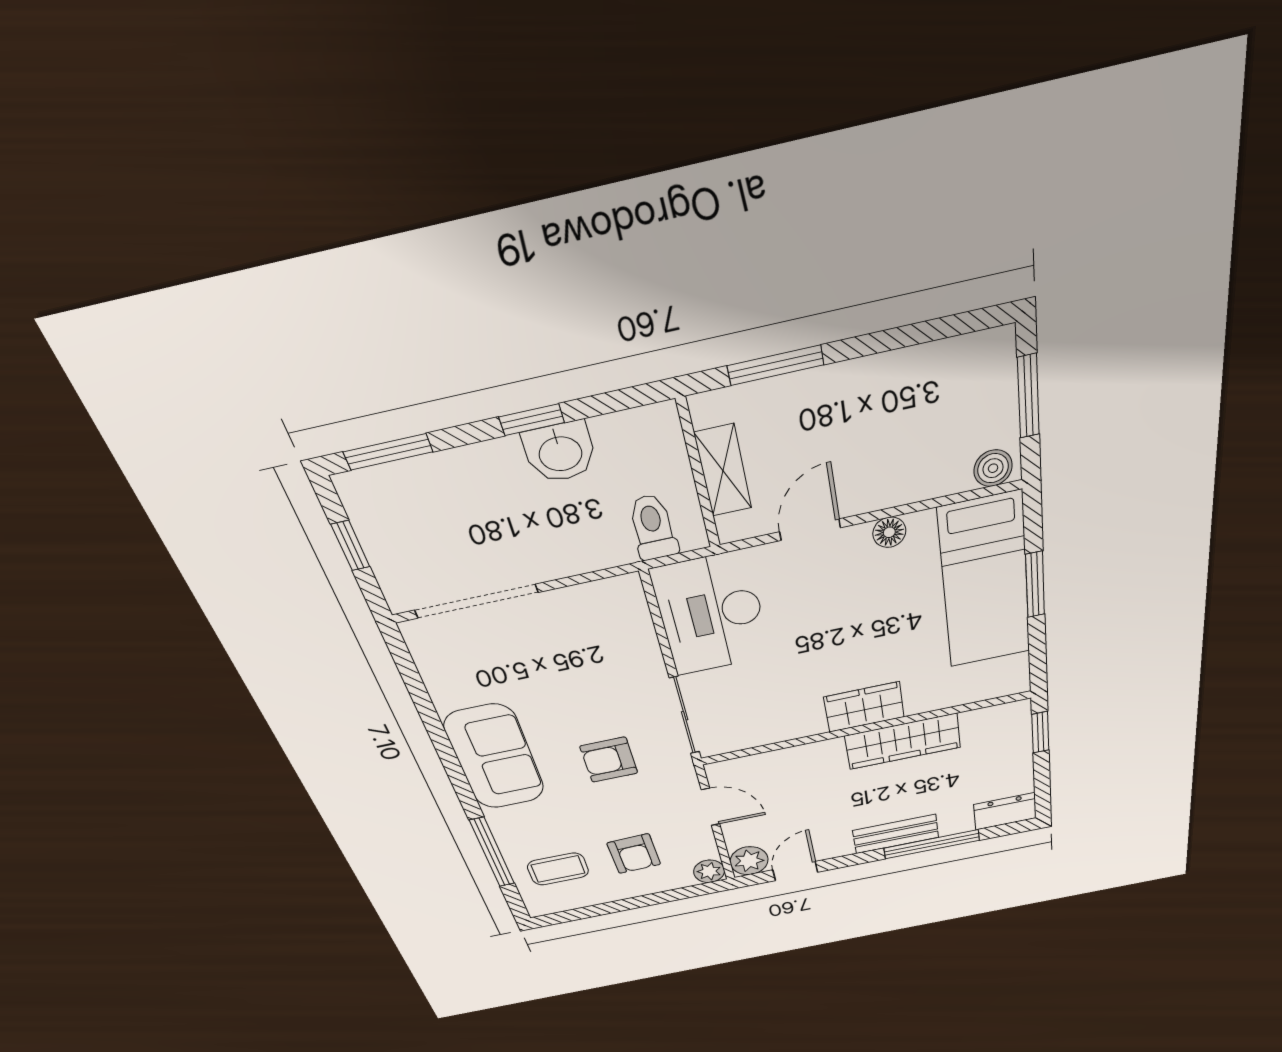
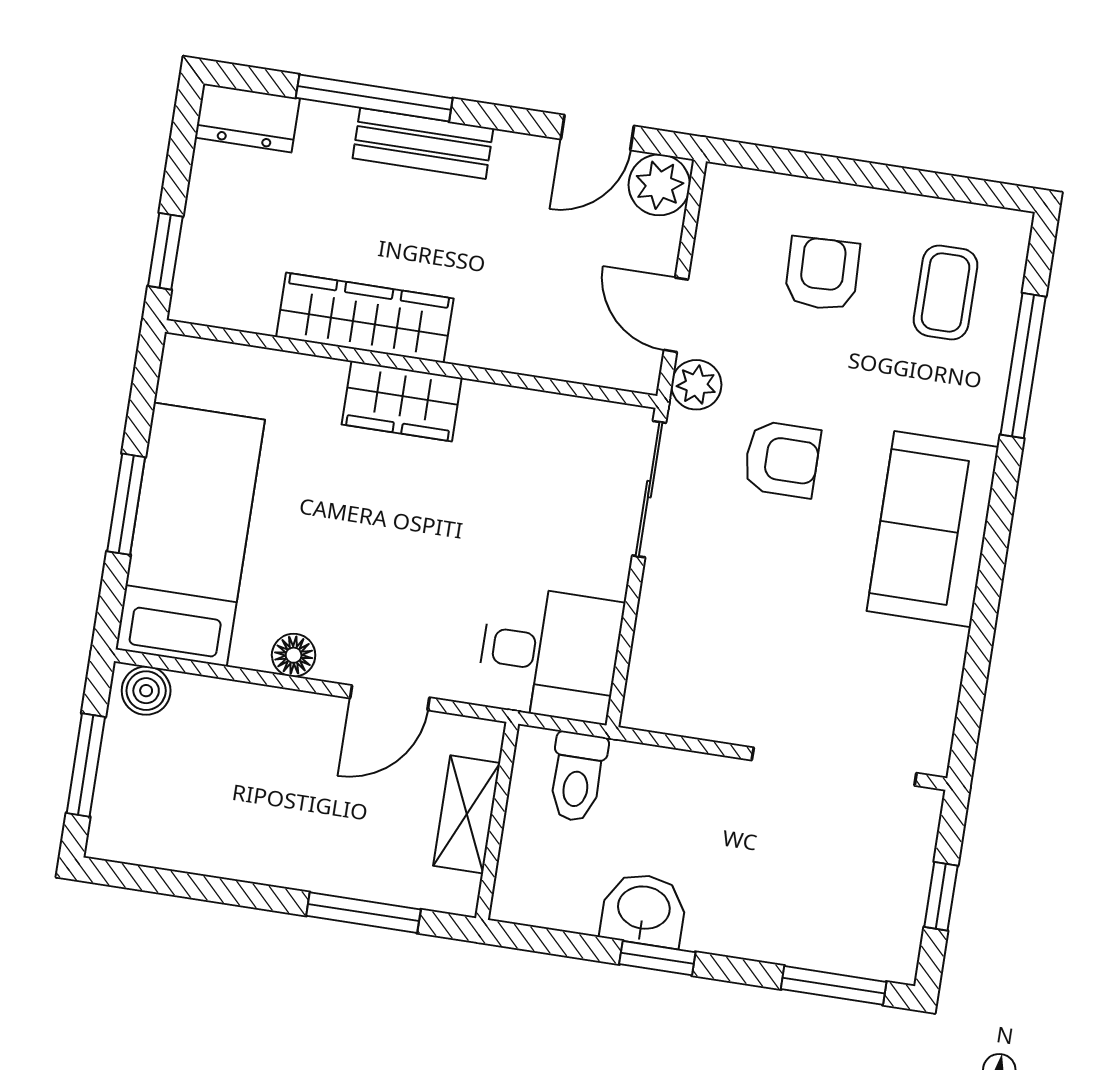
desk: (711, 614) -> (550, 654), width x0.73
coffee table: (558, 869) -> (946, 292), turned 90
plant: (709, 871) -> (696, 385), moved

